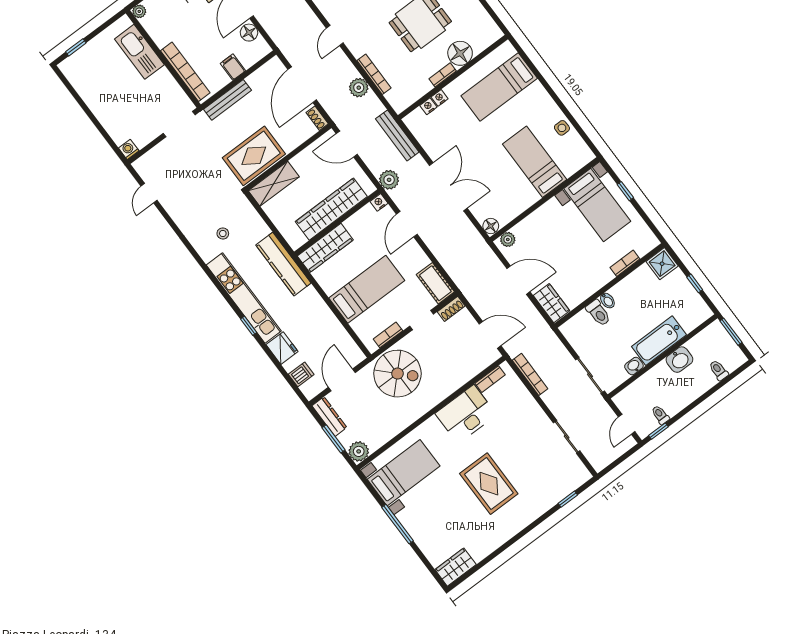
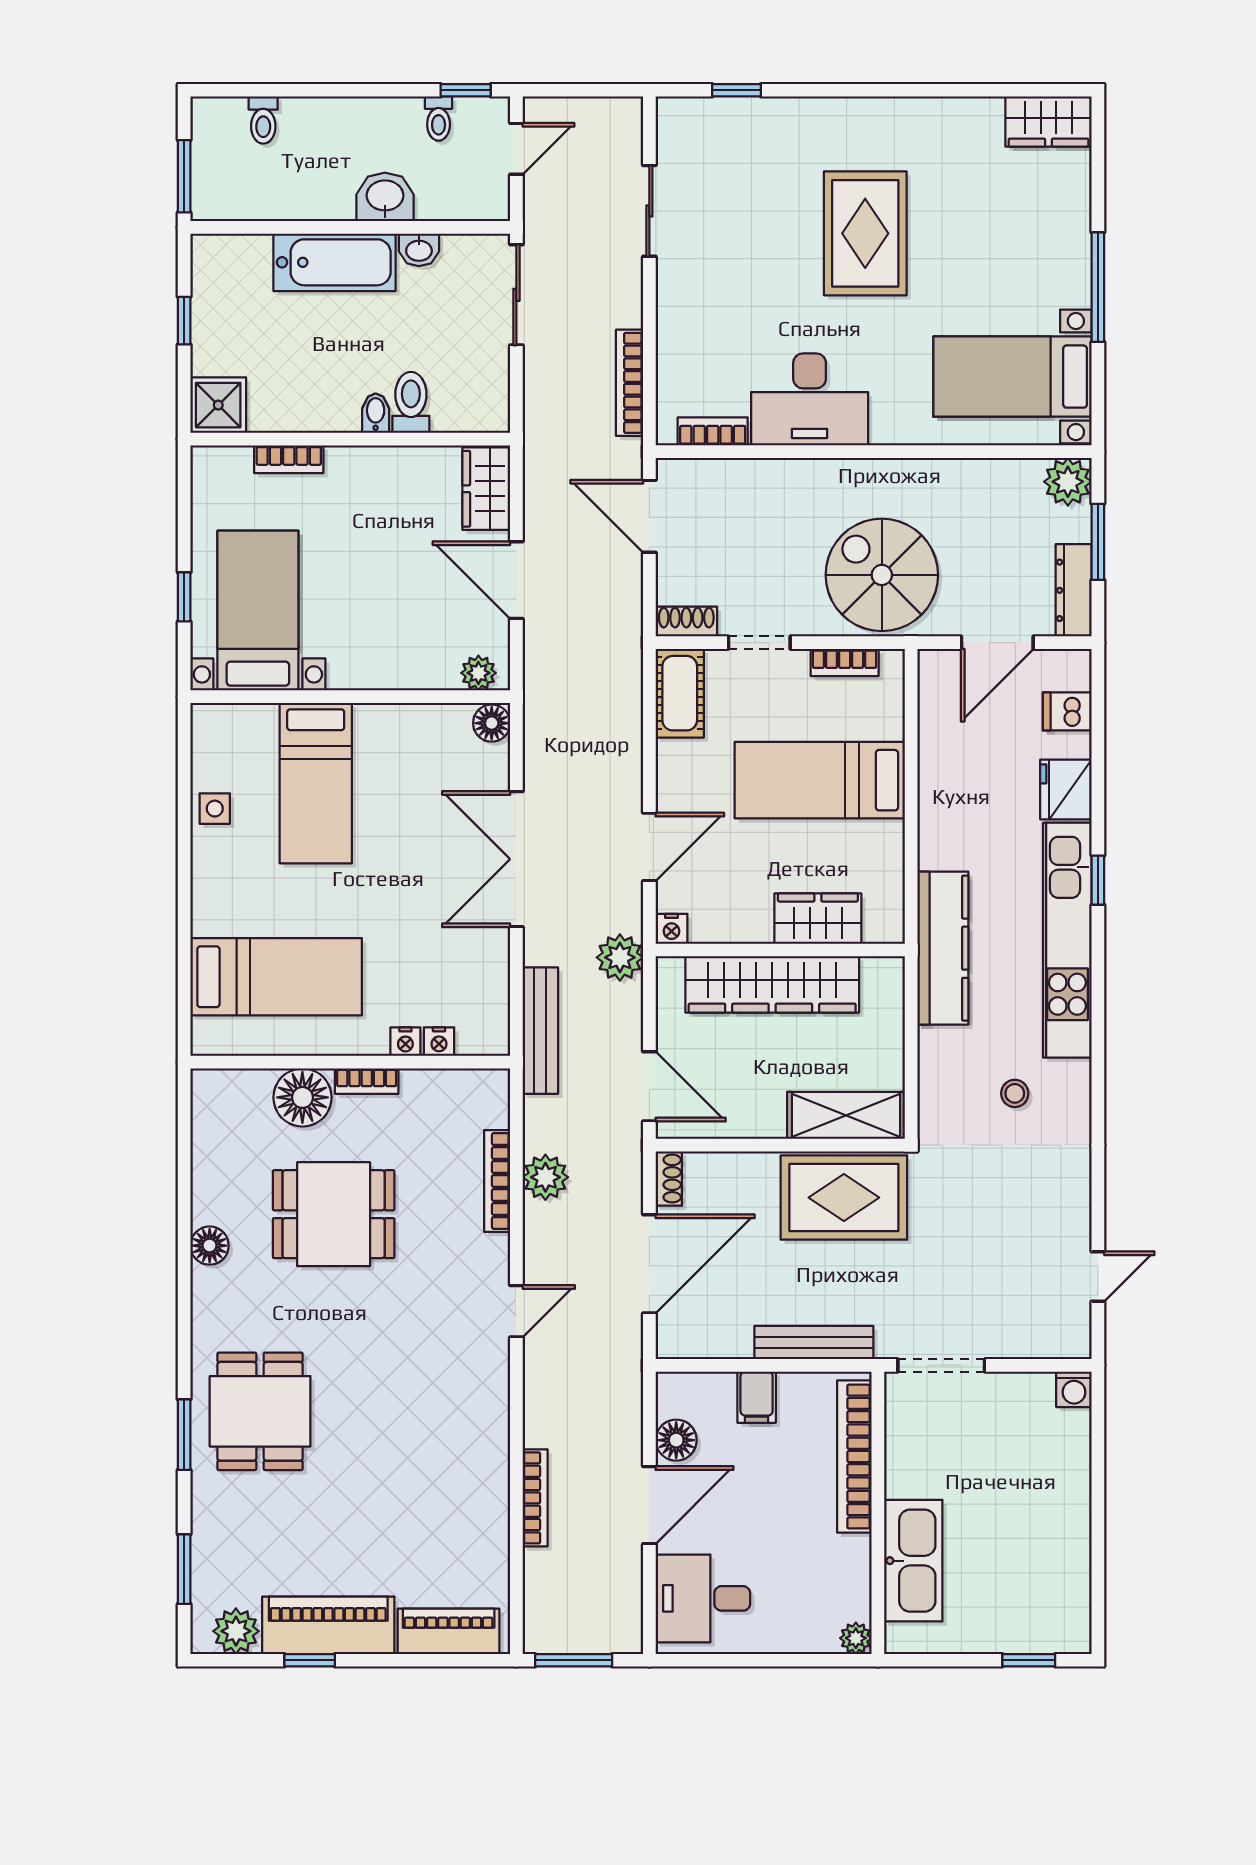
wardrobe: (325, 248) -> (818, 919), width x0.67
washbasin: (679, 360) -> (385, 197), moved

